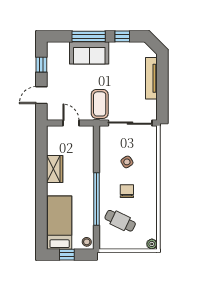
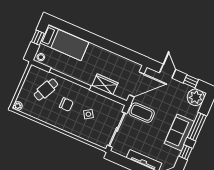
plant: (57, 52) -> (196, 97), added
sofa: (89, 53) -> (179, 133), moved
door: (71, 123) -> (137, 84), width x1.87
wardrobe: (55, 169) -> (105, 84), moved, turned 180

